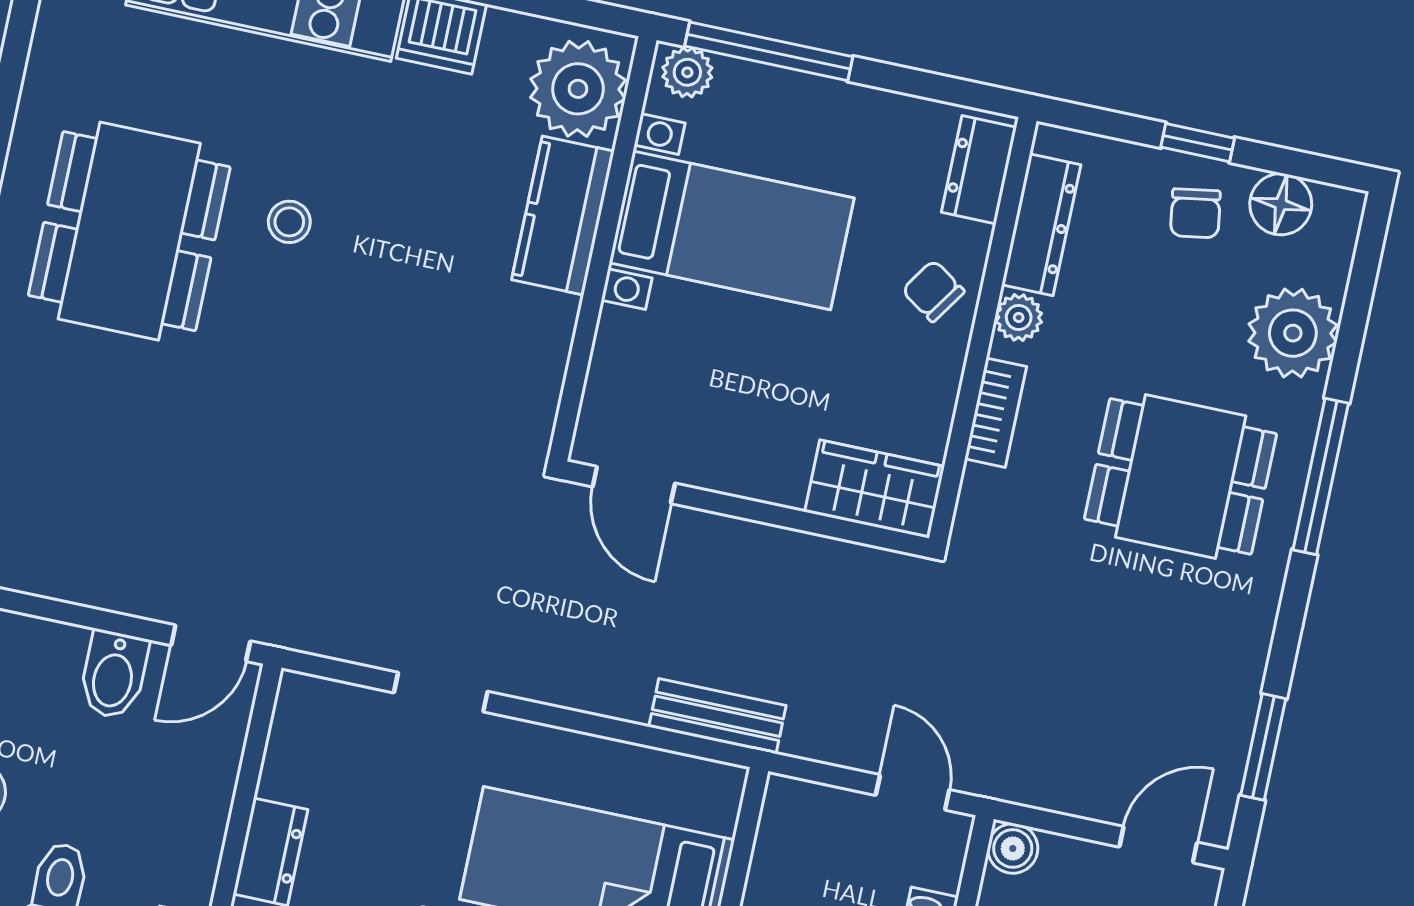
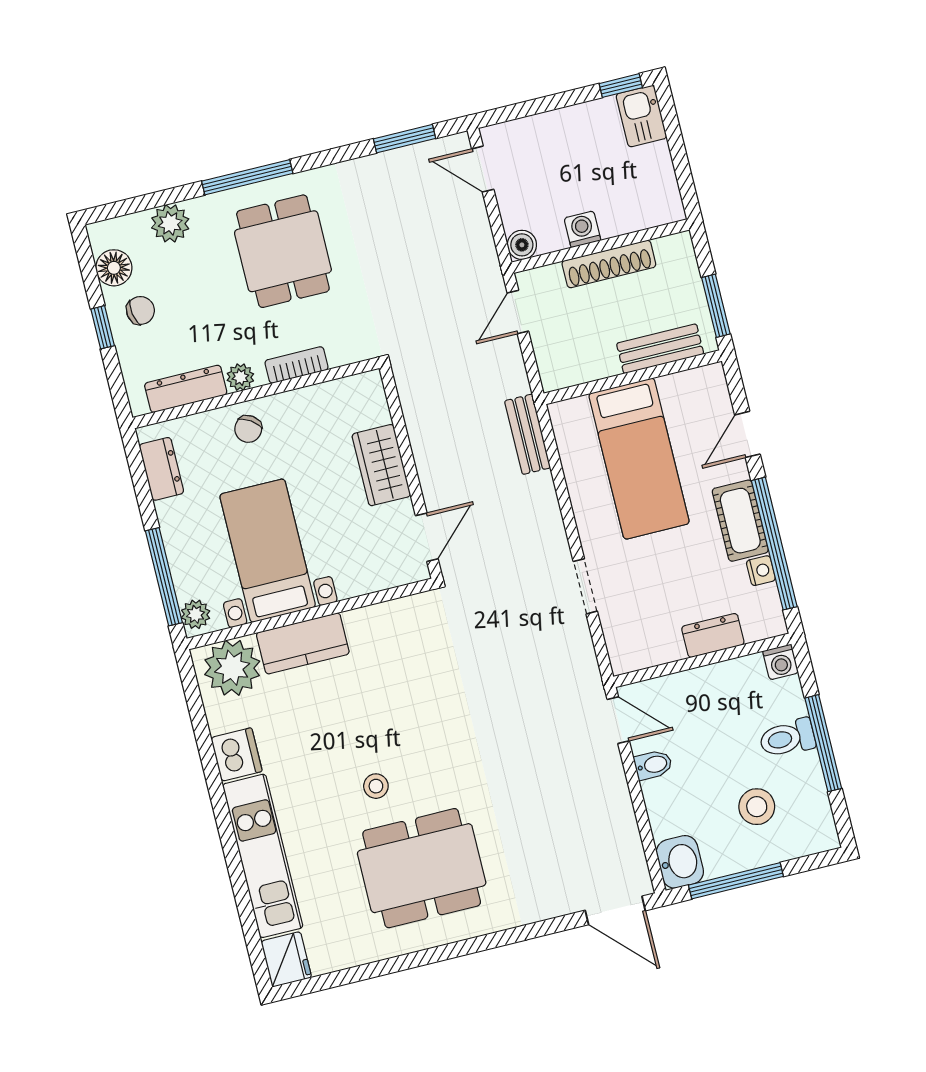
dresser: (979, 170) -> (161, 469), moved, turned -90
plant: (1293, 333) -> (170, 223), width x0.73, depth x0.73
wardrobe: (875, 489) -> (381, 465), moved
bidet: (114, 675) -> (653, 765), width x0.72, depth x0.74

